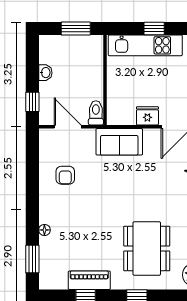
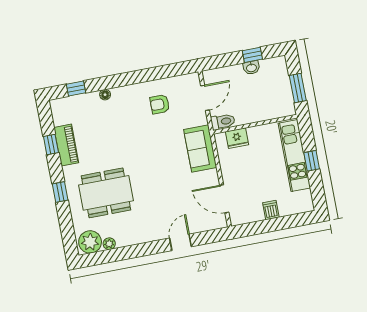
window: (32, 102) -> (252, 55), moved
fridge: (147, 116) -> (237, 138), moved, turned 90
window: (32, 259) -> (76, 89), width x0.67

